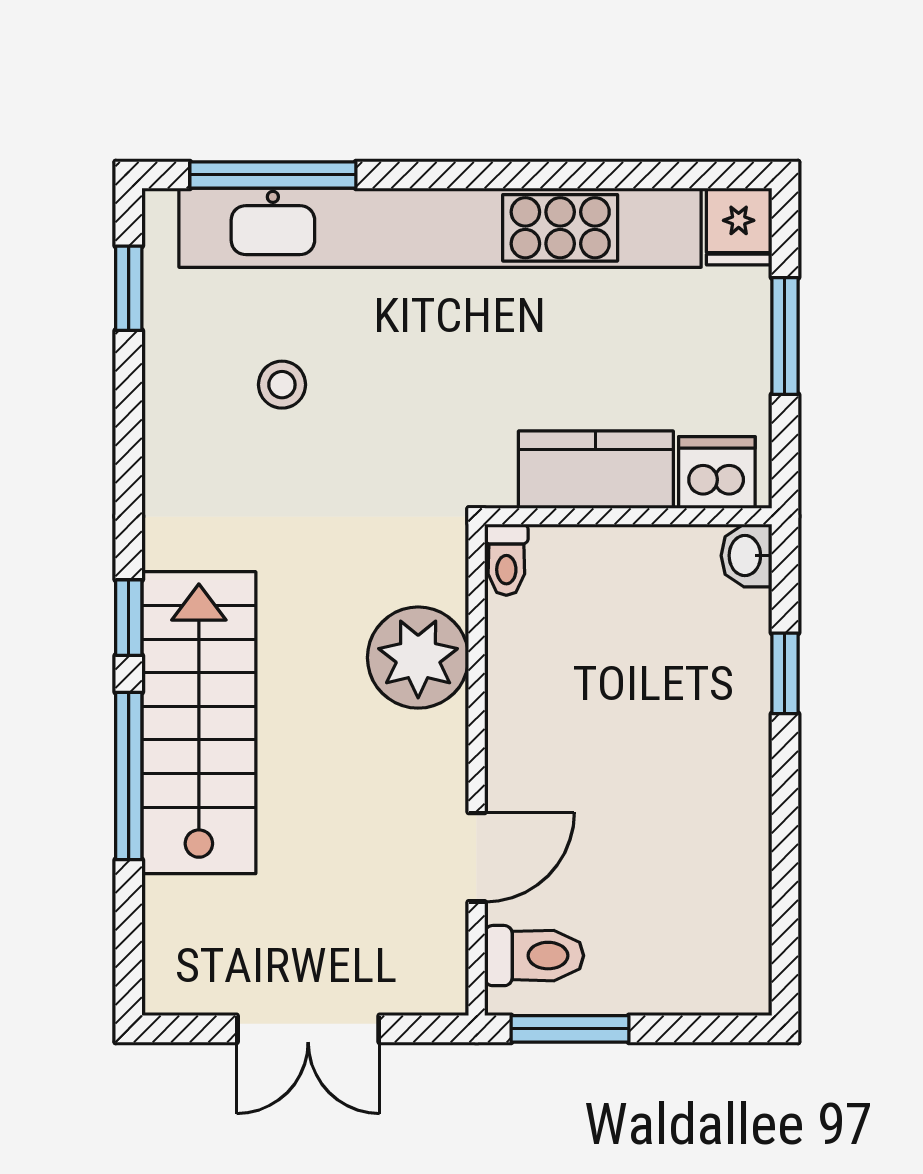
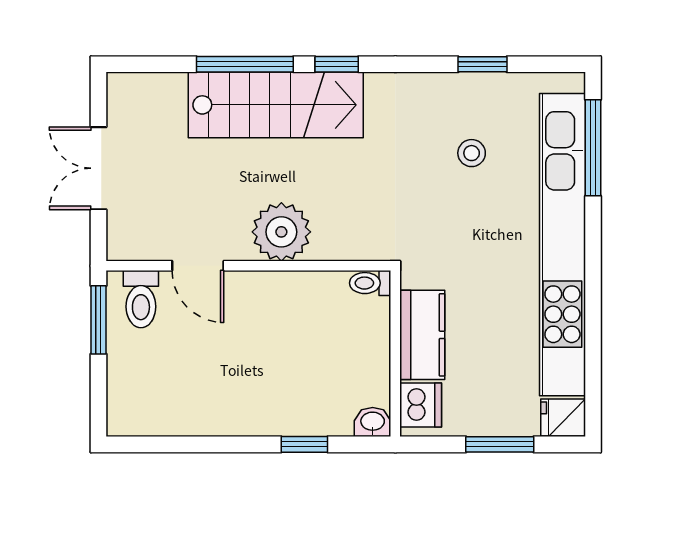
window: (129, 288) -> (482, 64), moved
plant: (418, 658) -> (281, 232), moved

